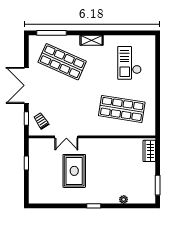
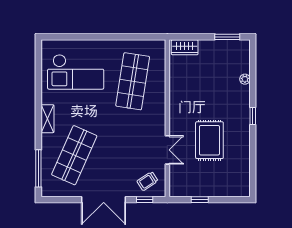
checkout: (129, 63) -> (76, 72), width x1.36, depth x1.21
rug: (74, 171) -> (209, 140), turned 90

